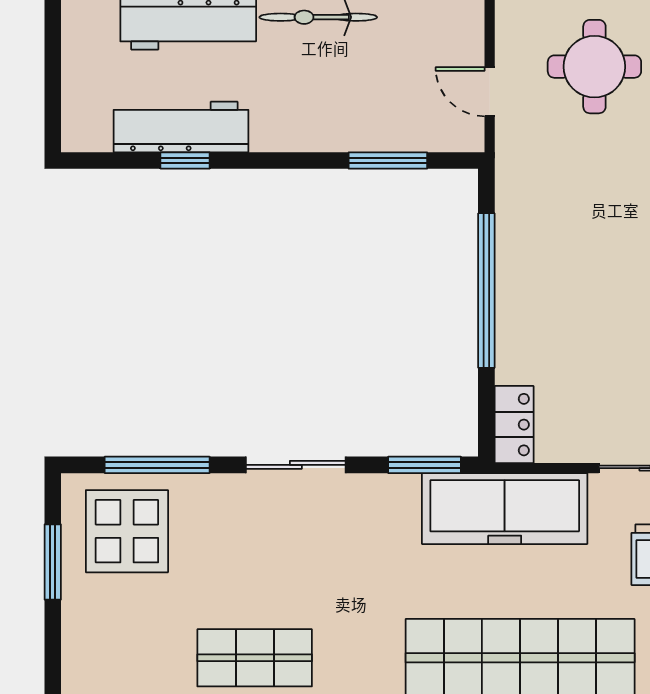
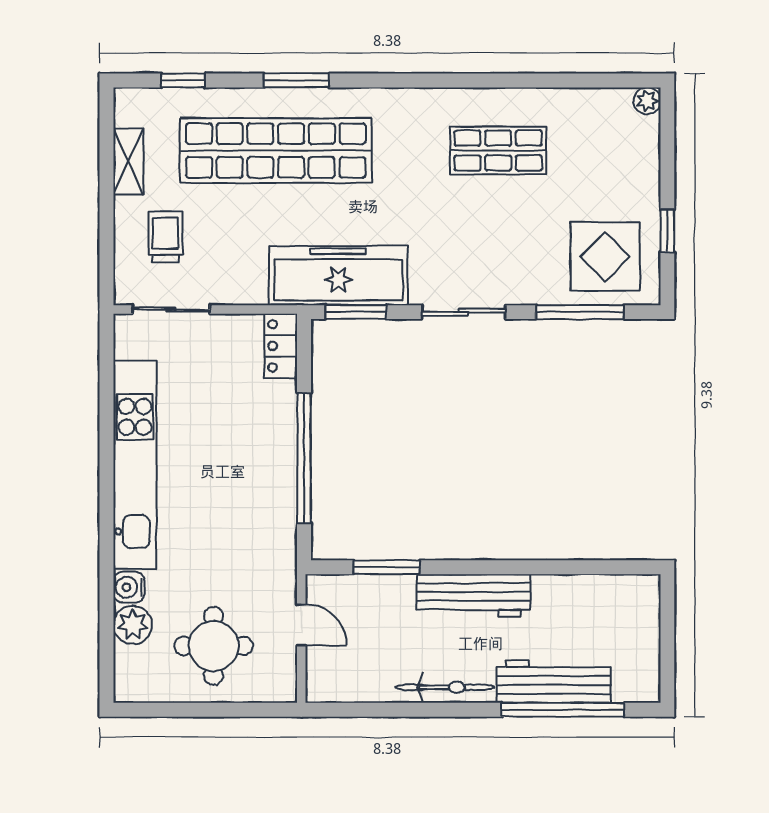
workbench: (181, 127) -> (473, 595), moved
window: (185, 161) -> (556, 567), removed
freezer: (505, 509) -> (338, 276), moved
window: (53, 562) -> (667, 231), width x0.67

